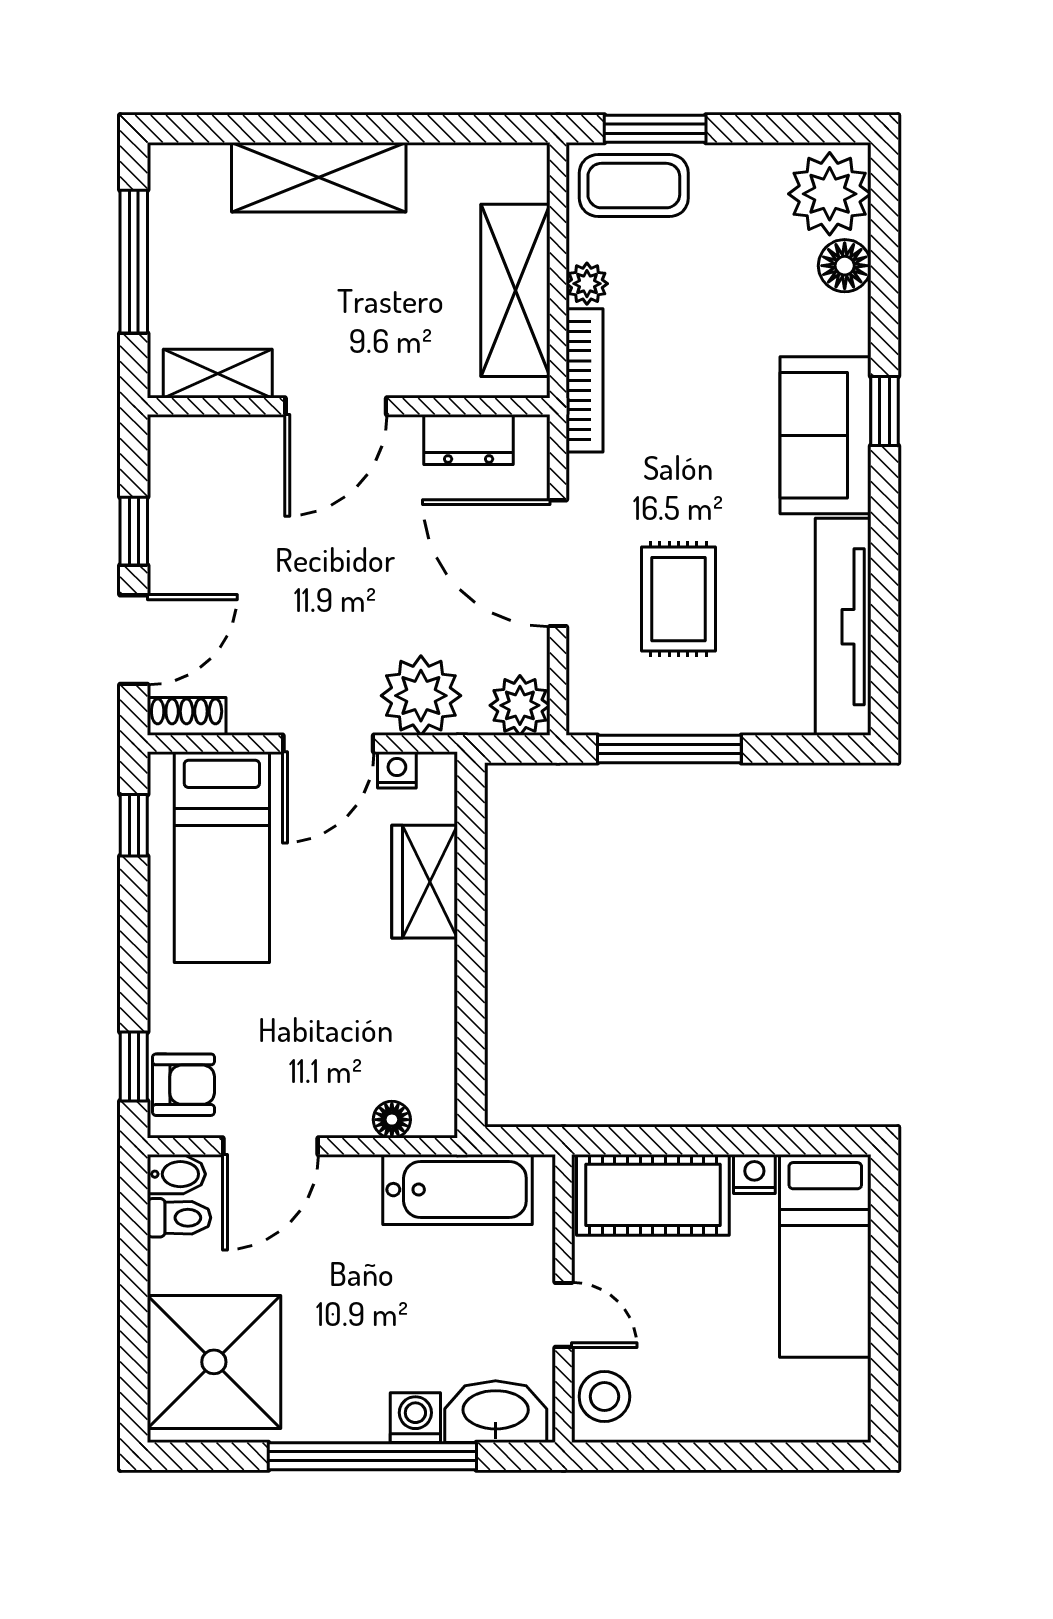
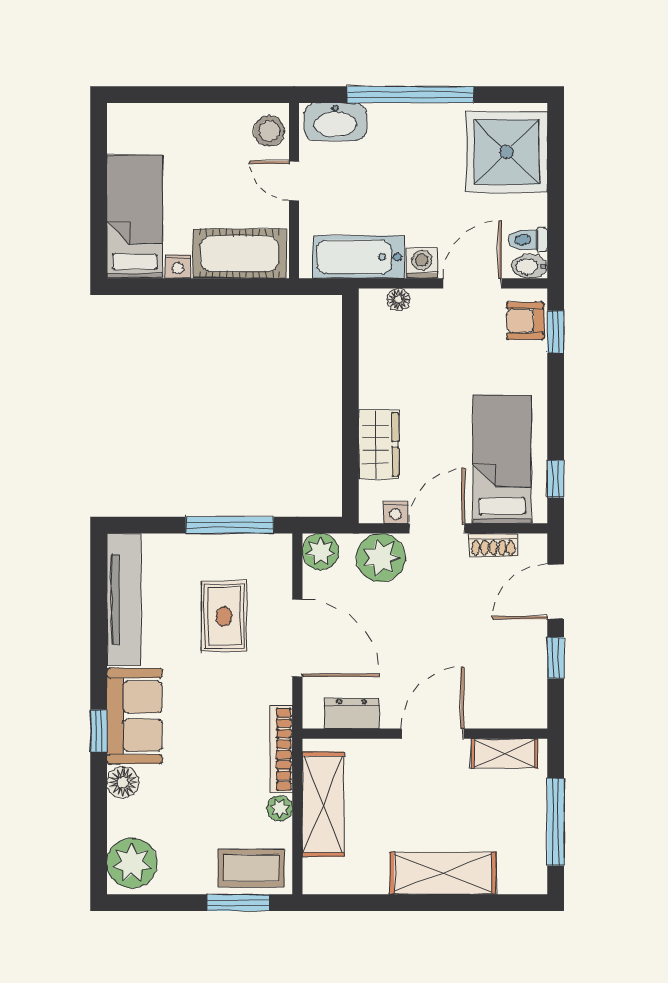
floor lamp: (845, 266) -> (123, 782), moved
shoe rack: (187, 716) -> (493, 545), moved
washing machine: (415, 1418) -> (422, 263), moved, turned 180

